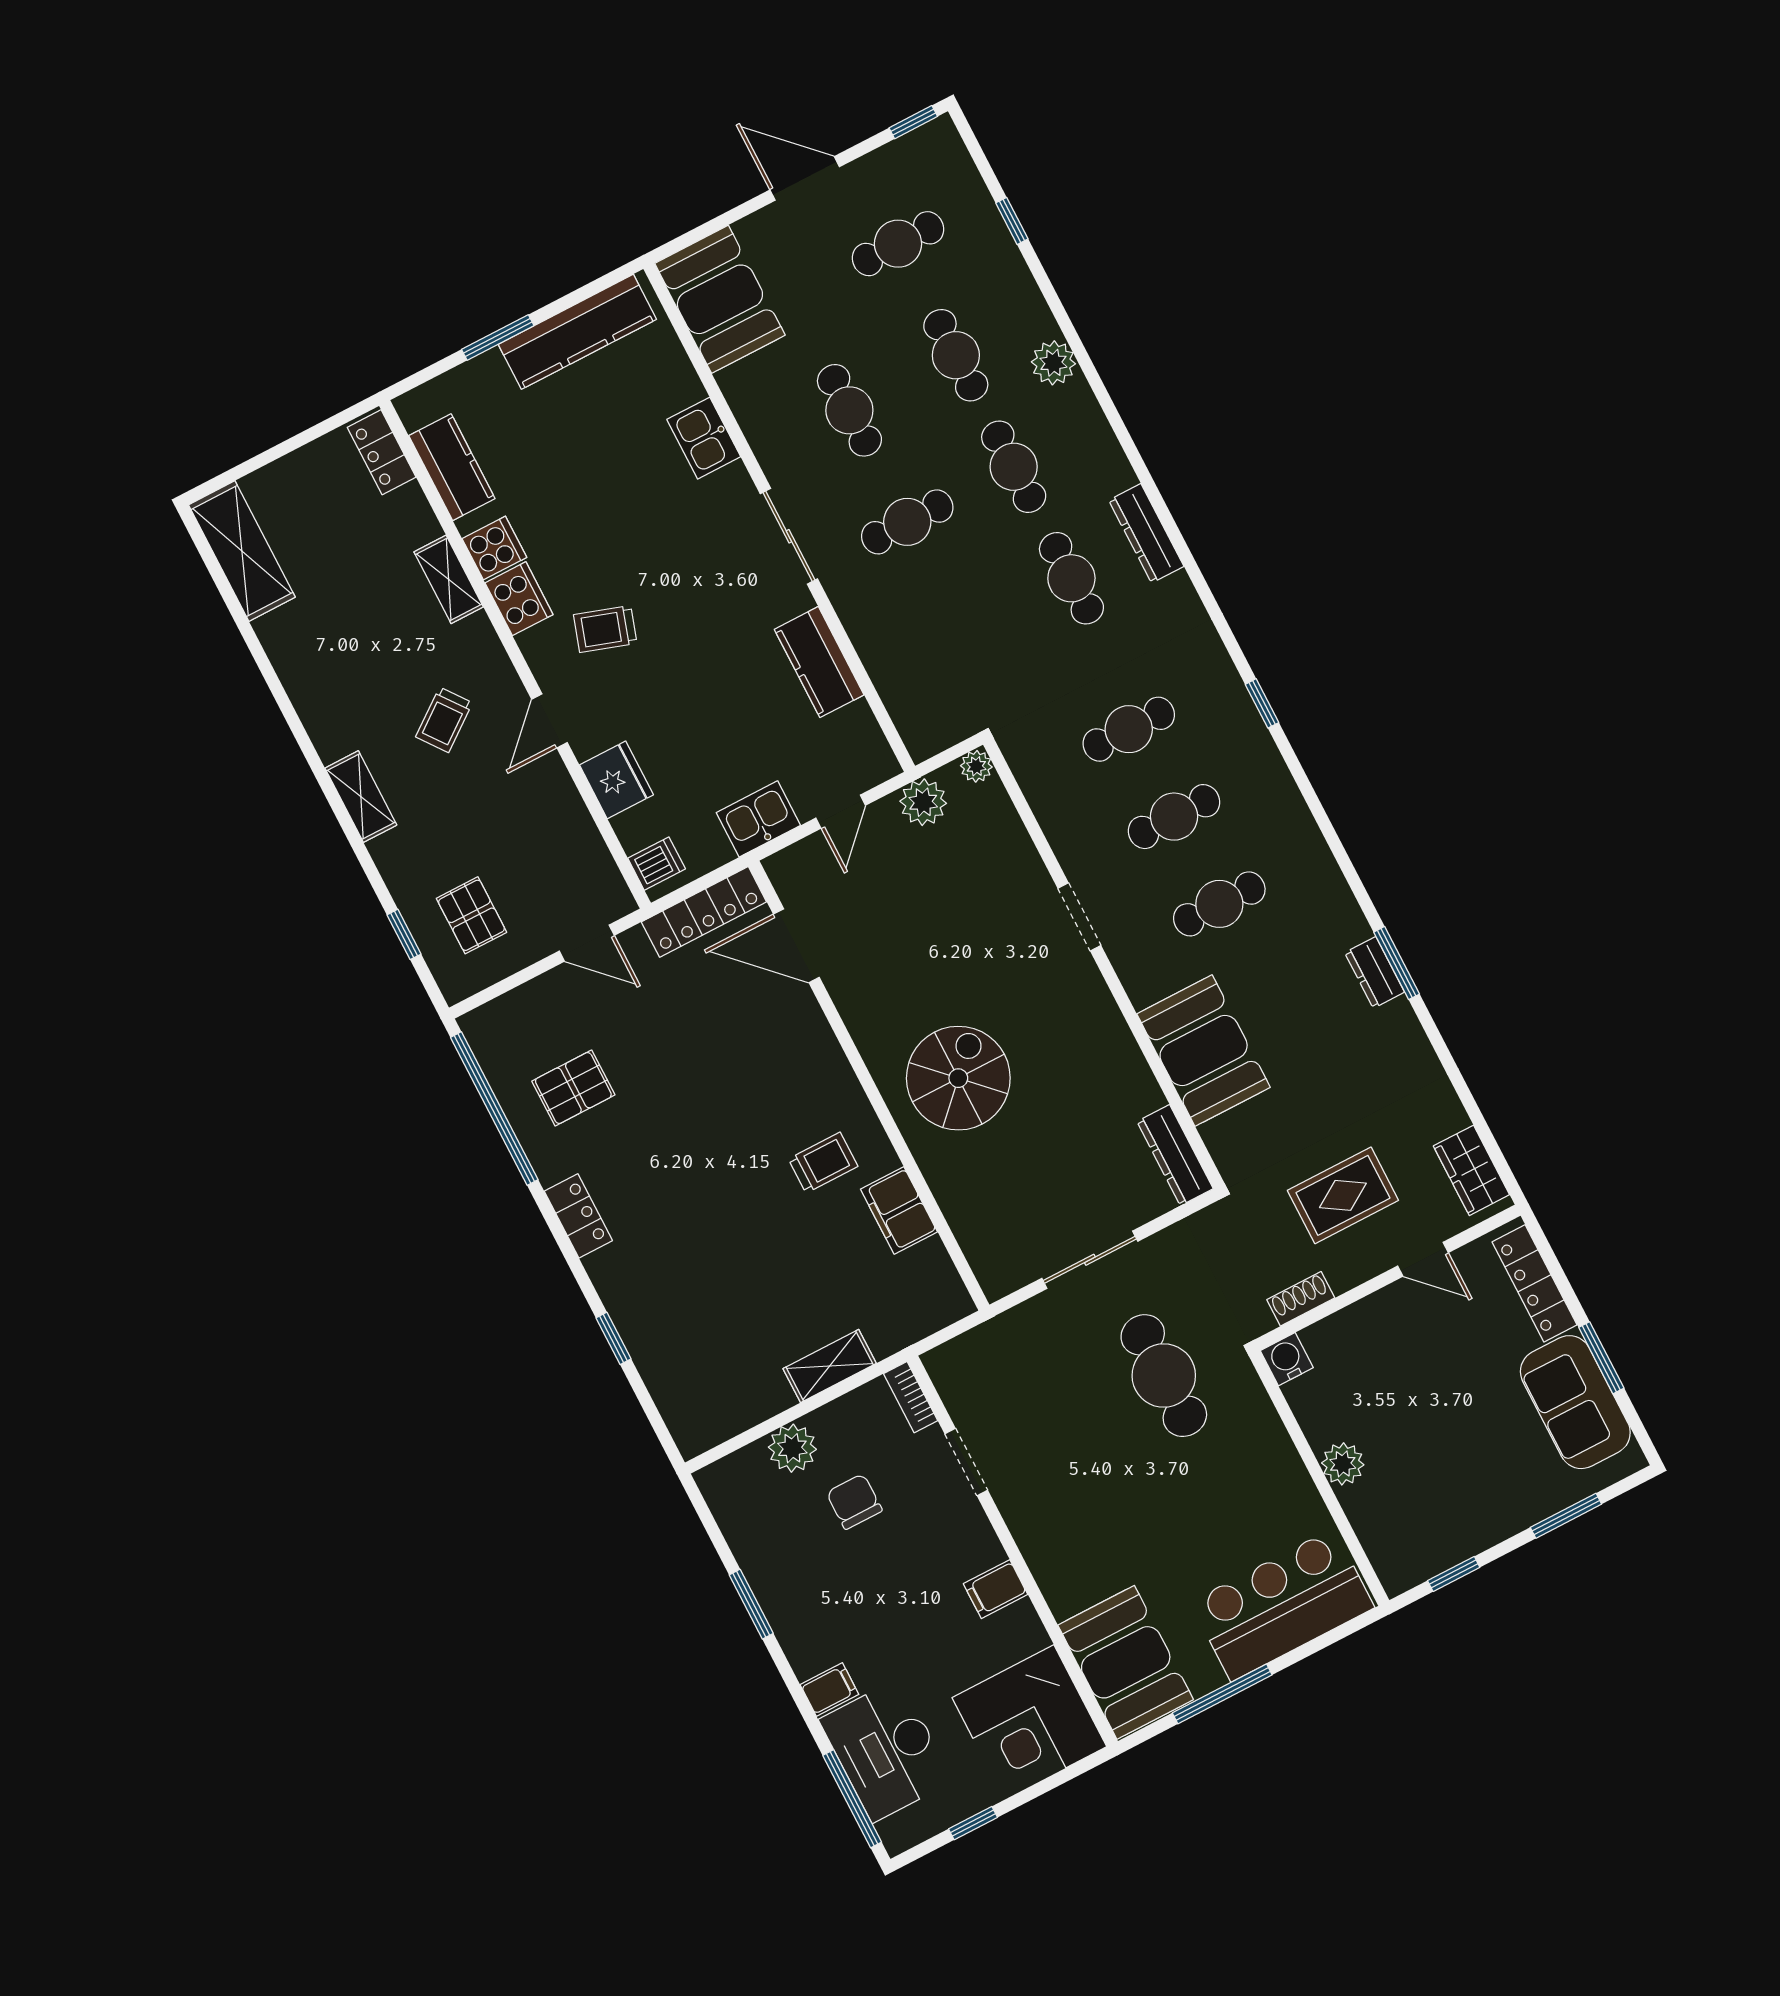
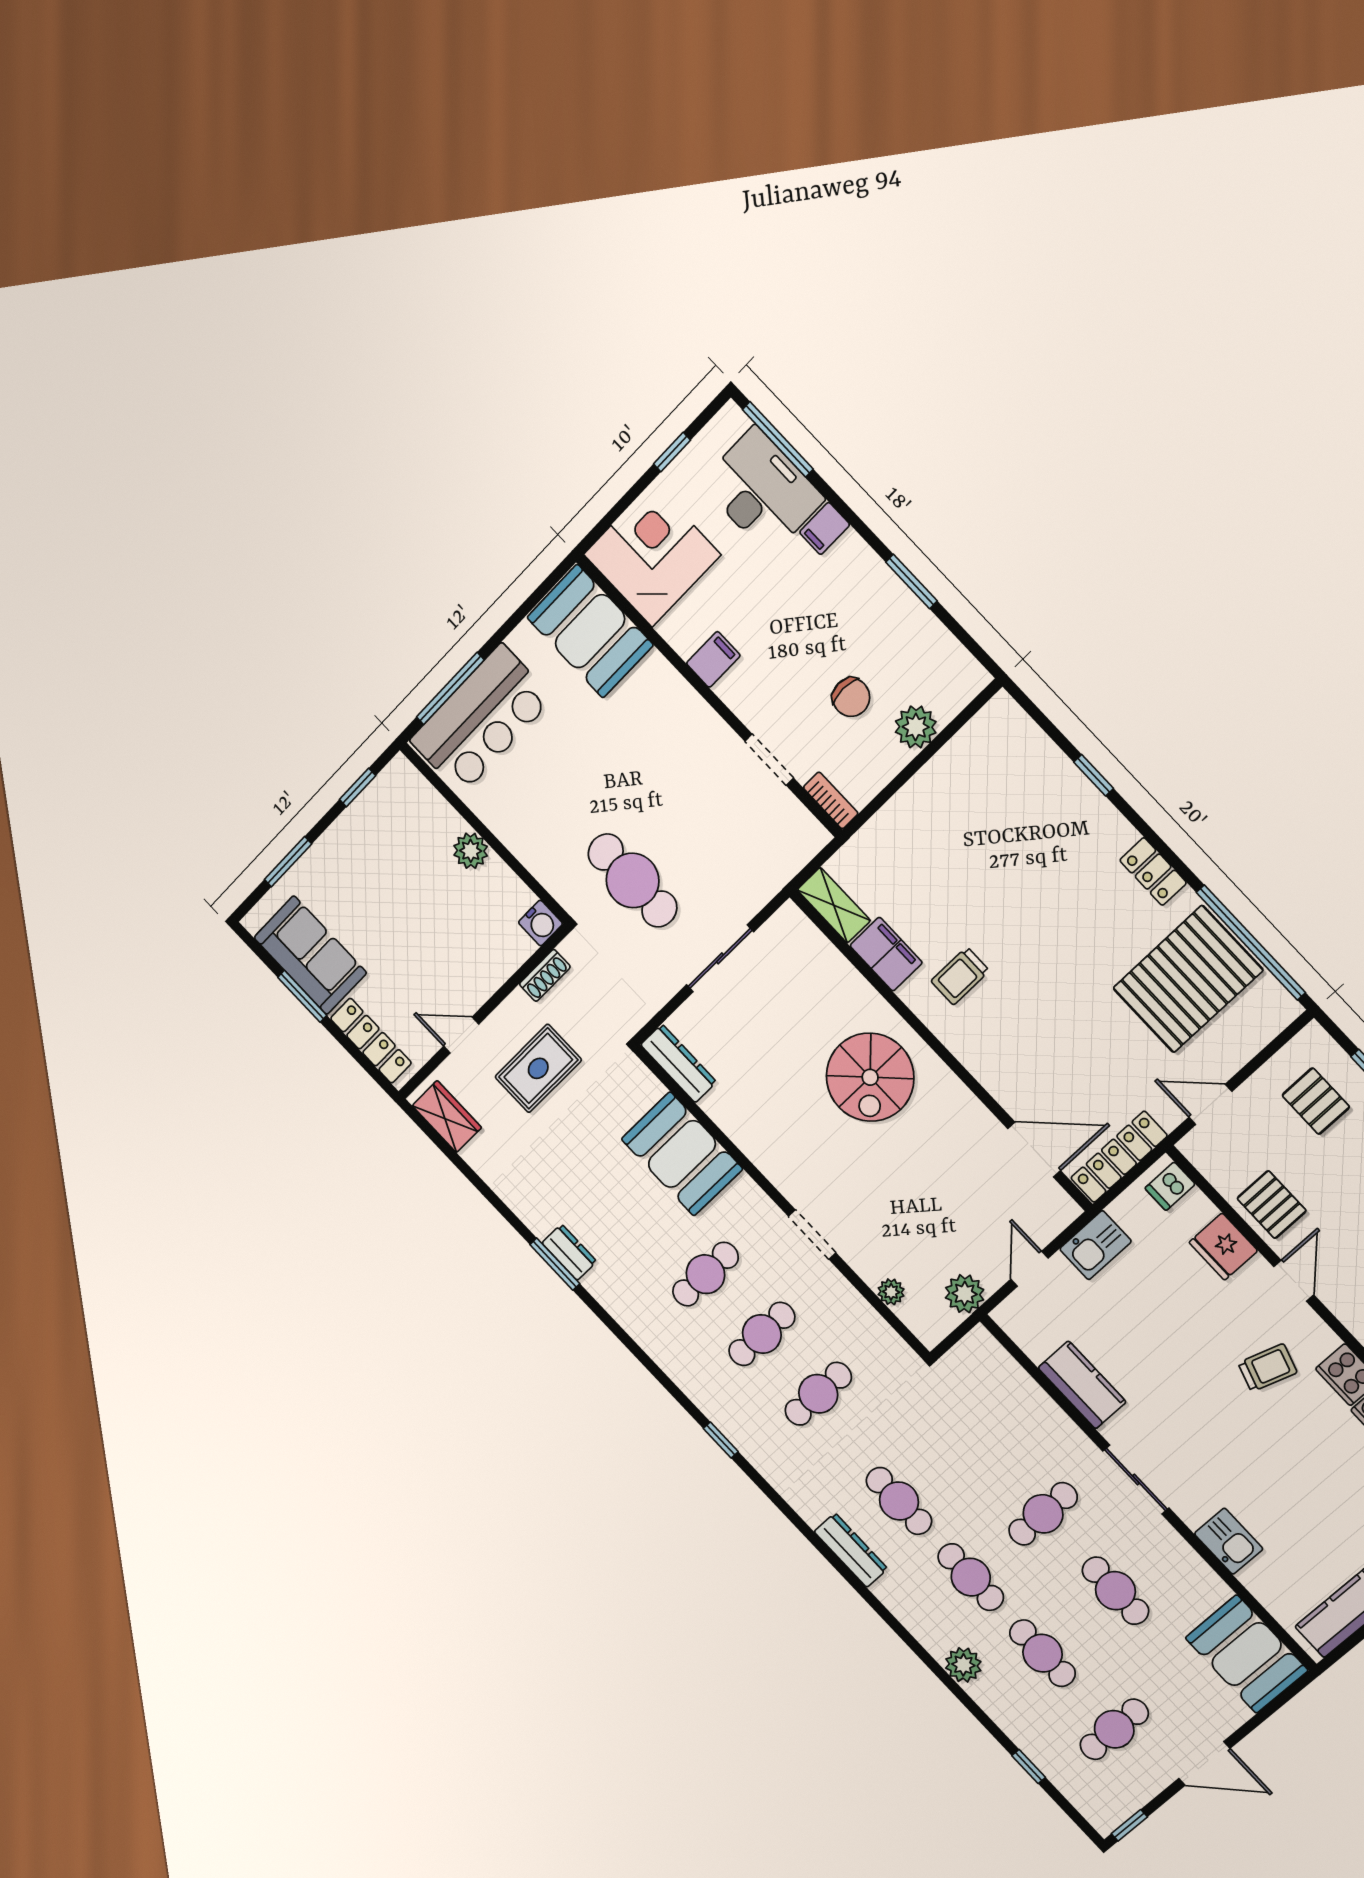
plant: (976, 766) -> (891, 1292), moved
pallet: (551, 813) -> (1272, 1205), added
pallet: (573, 1088) -> (1188, 979), width x2.05, depth x2.00
shelving: (830, 1366) -> (834, 905), moved, turned 90
window: (1222, 1694) -> (450, 688), moved

